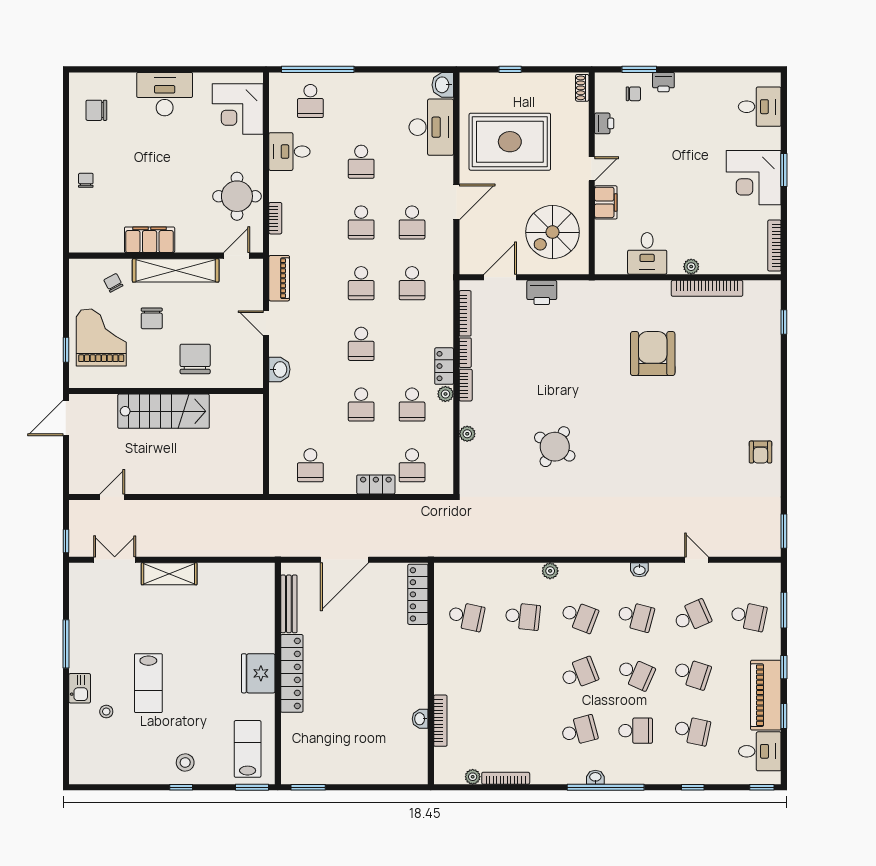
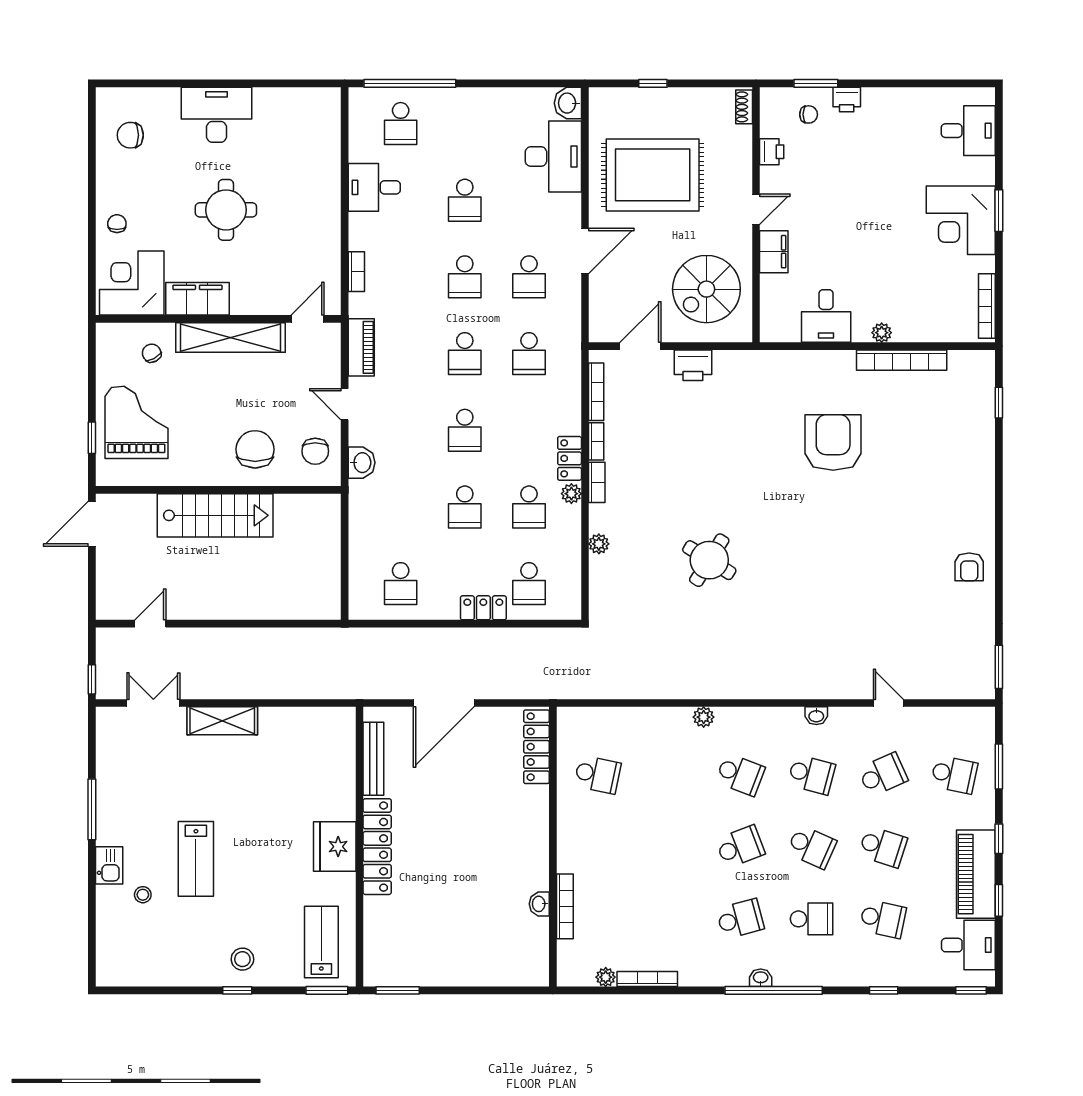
corner desk: (238, 109) -> (132, 283), moved, turned 90
round table: (237, 196) -> (226, 210), moved
chair: (152, 318) -> (315, 451), moved
school desk: (523, 616) -> (669, 775), removed

